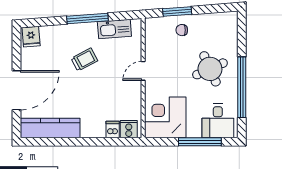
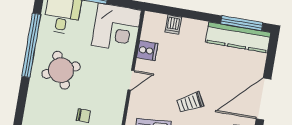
door: (16, 90) -> (264, 99), moved
cooker: (129, 129) -> (147, 51), moved, turned -90
window: (49, 142) -> (242, 23), added

